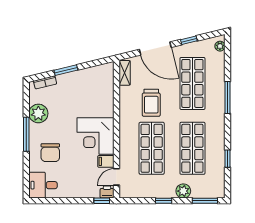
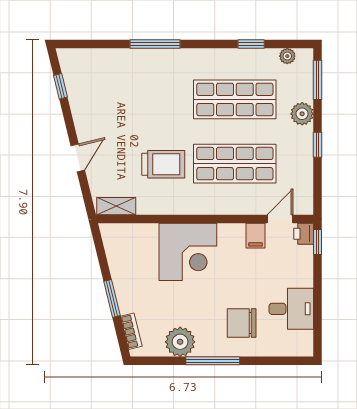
window: (189, 40) -> (60, 86), moved
plant: (220, 46) -> (287, 56), moved
door: (155, 48) -> (78, 158), width x0.53
shop shelf: (192, 83) -> (133, 99), removed
corner desk: (96, 136) -> (188, 252), moved
chair: (50, 153) -> (242, 323), turned 180
door: (116, 177) -> (280, 219), swing flipped
desk: (43, 185) -> (291, 309), moved, turned -90

